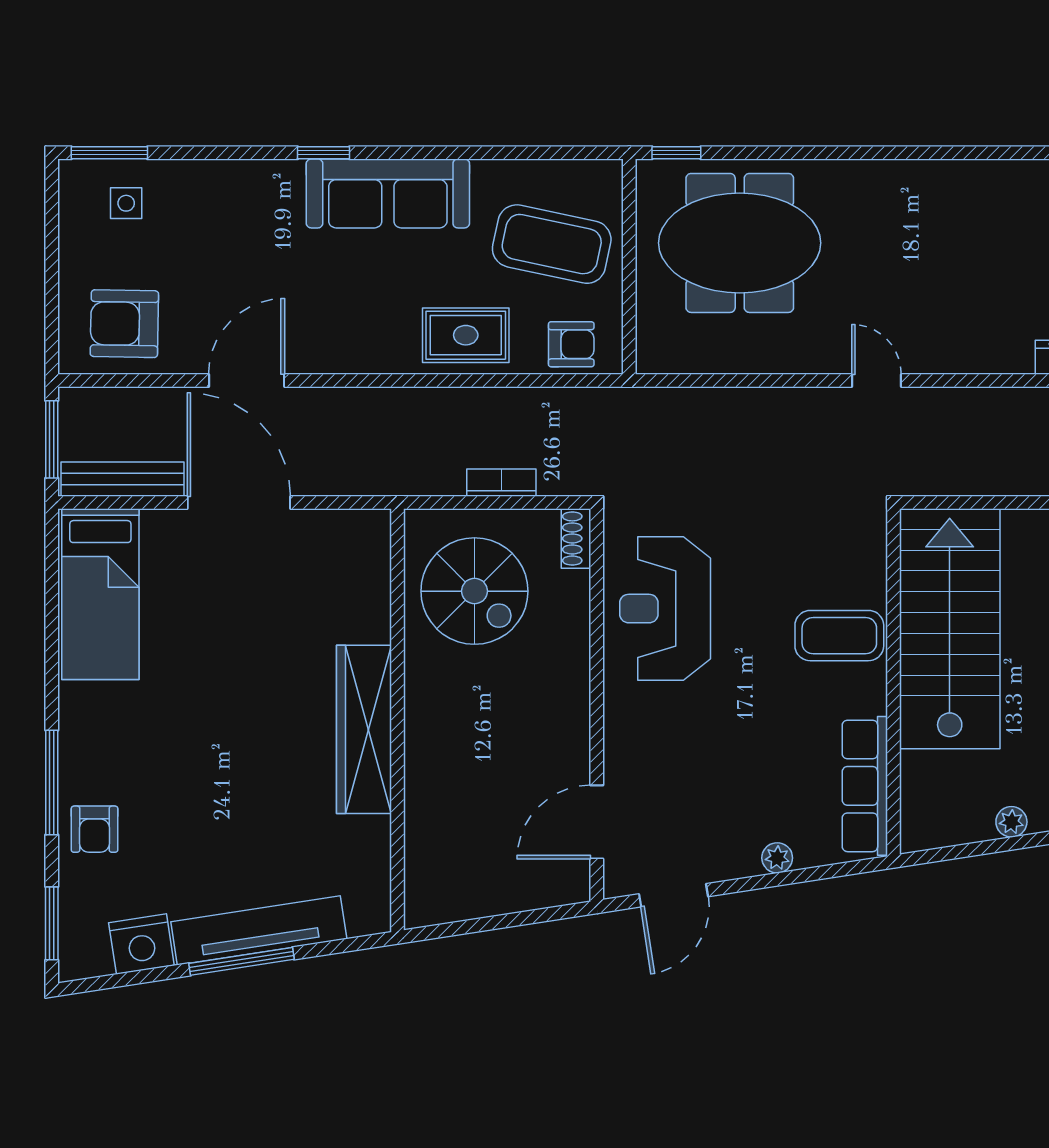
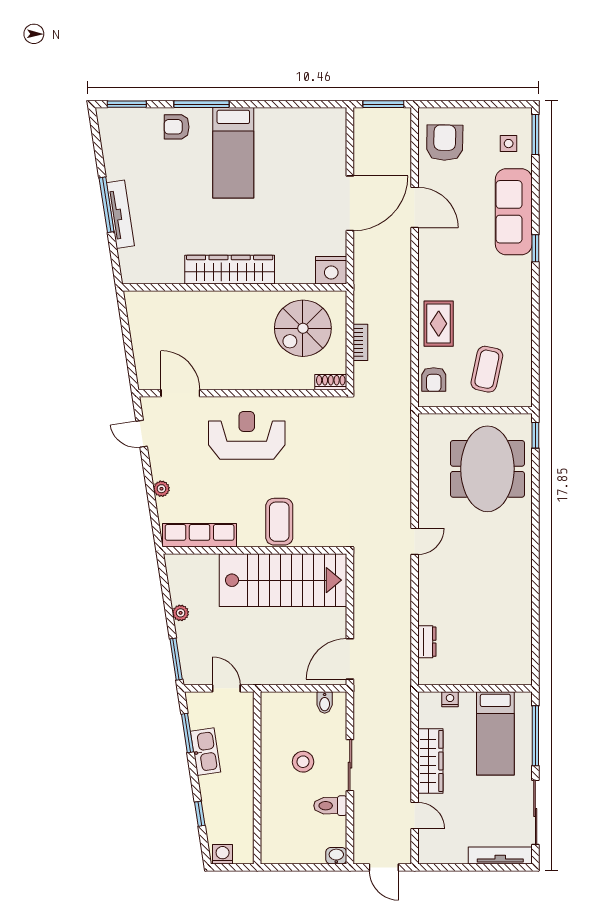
sofa: (388, 193) -> (514, 212), moved
coffee table: (552, 244) -> (487, 369), width x0.73, depth x0.76
bench: (122, 479) -> (362, 142), removed
bed: (100, 594) -> (233, 153), moved, turned -90
reception desk: (665, 609) -> (247, 435), moved
door: (673, 895) -> (142, 434), width x0.73
tv unit: (259, 930) -> (120, 214), width x0.73, depth x0.78
nightstand: (141, 944) -> (331, 270), moved, turned -81

